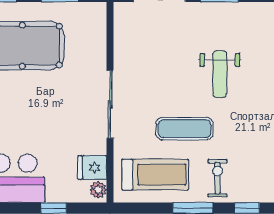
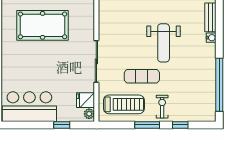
weight bench: (220, 74) -> (164, 43), width x1.36, depth x1.33

